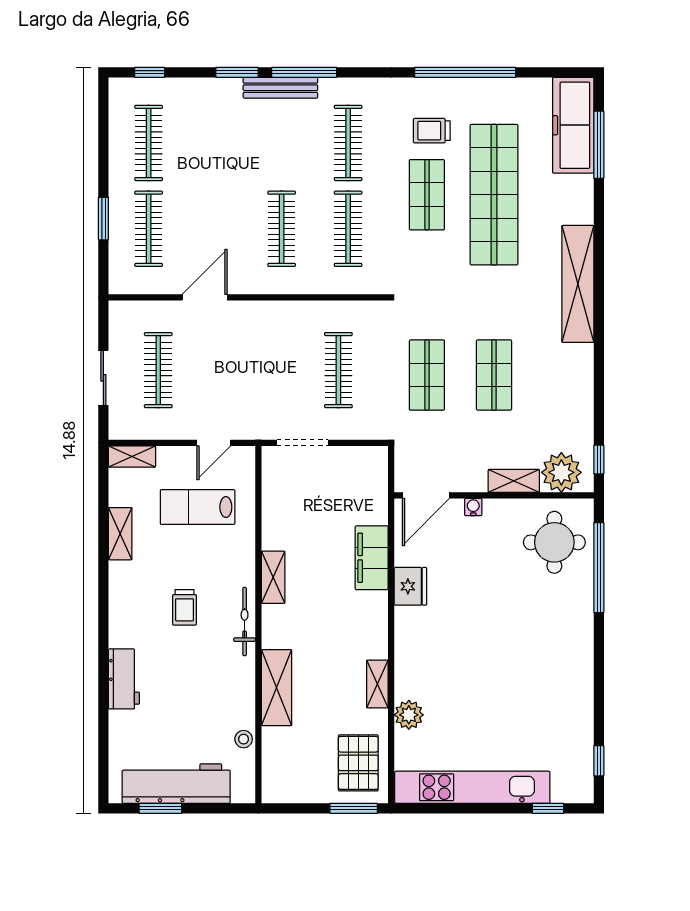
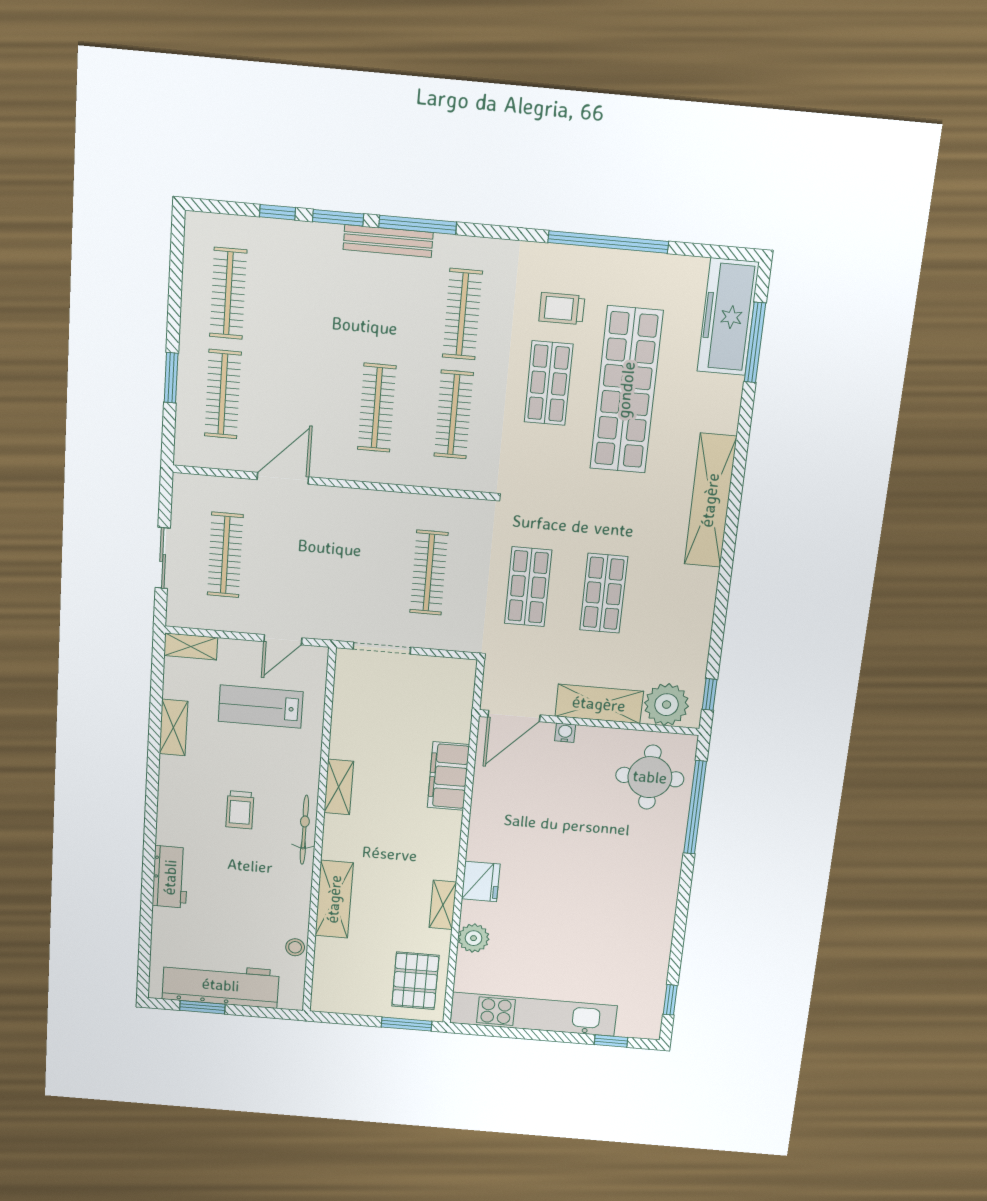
window: (150, 72) -> (277, 212), moved
shelving: (514, 481) -> (599, 704), width x1.50, depth x1.33
fridge: (410, 586) -> (481, 881), moved

